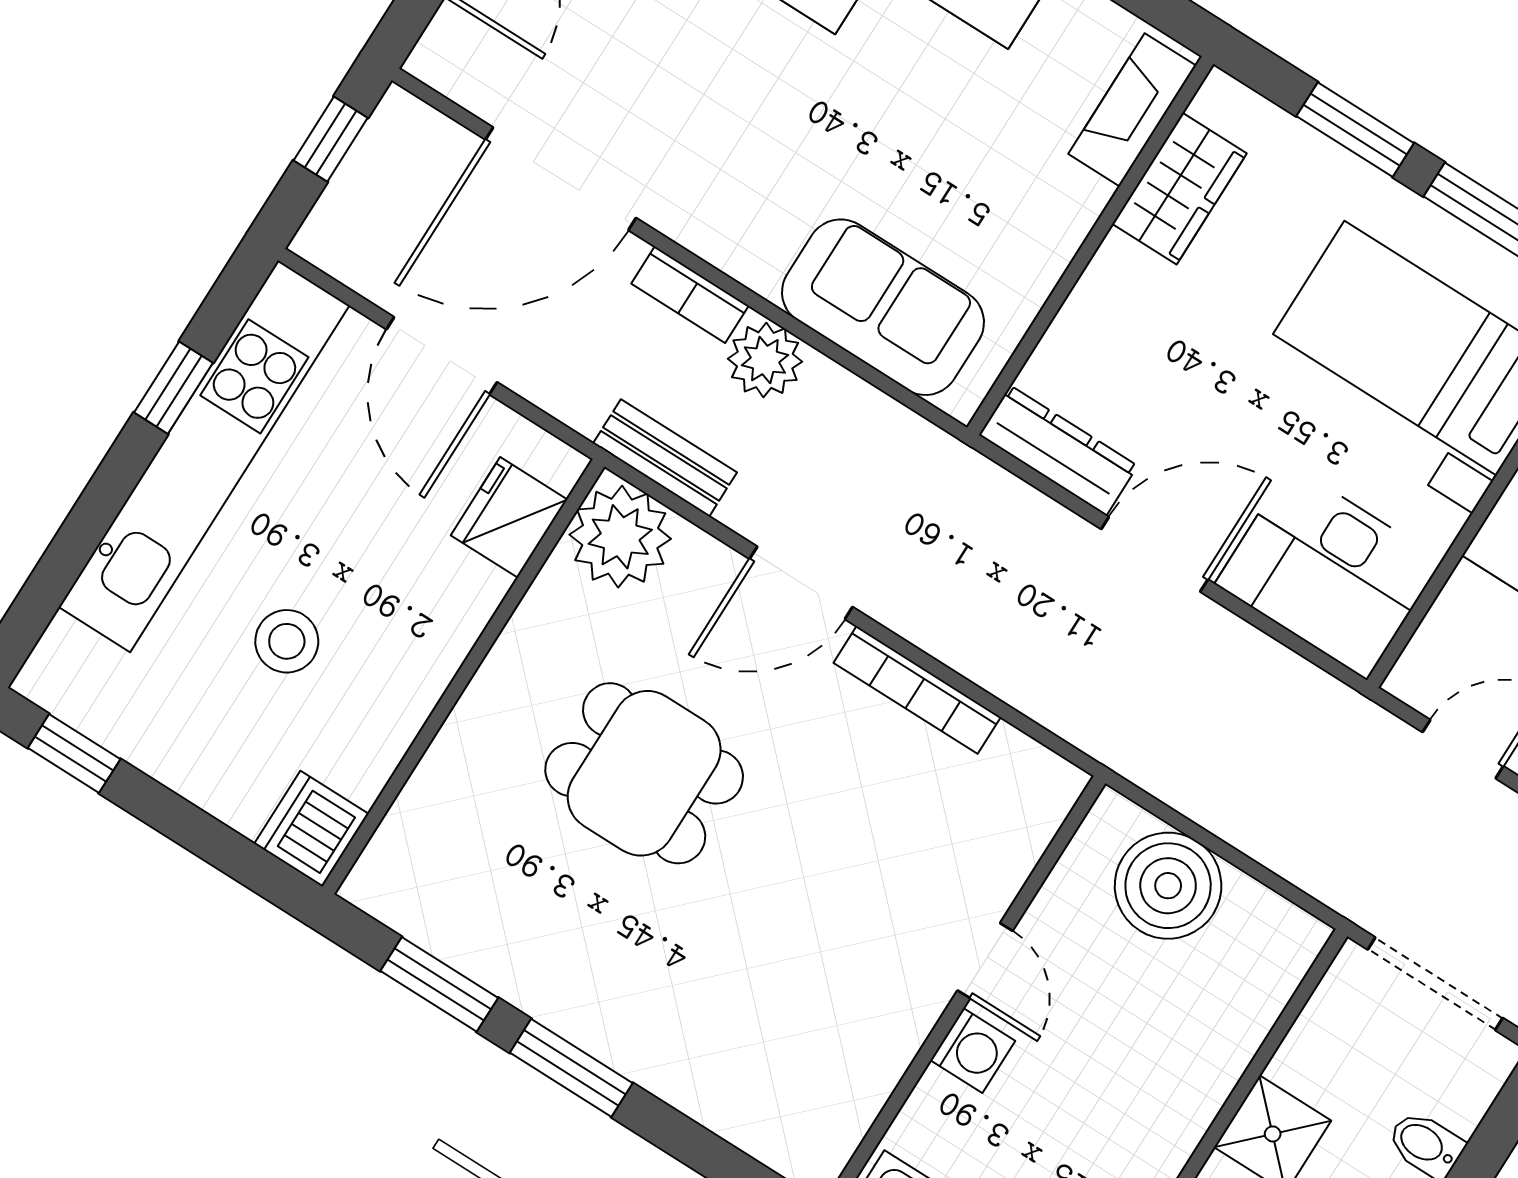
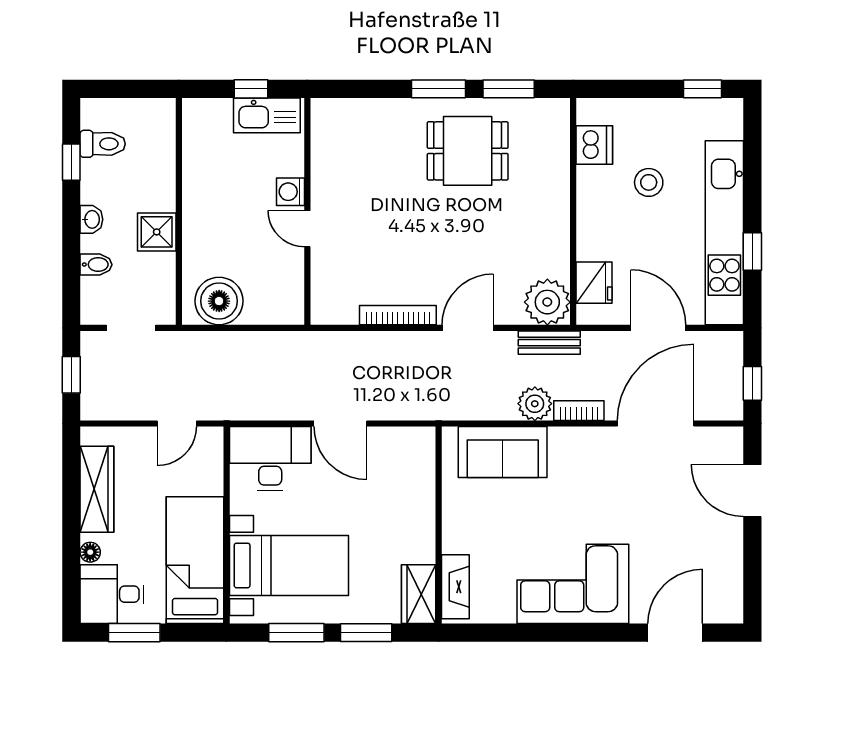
wardrobe: (1180, 189) -> (419, 594), moved
dresser: (1058, 450) -> (402, 440), removed
door: (1155, 554) -> (340, 424), hinge flipped
dining table: (644, 773) -> (468, 151), moved
dishwasher: (312, 829) -> (594, 145), moved
boiler: (1168, 886) -> (219, 301), moved
doorway: (1435, 984) -> (131, 328), width x0.73

